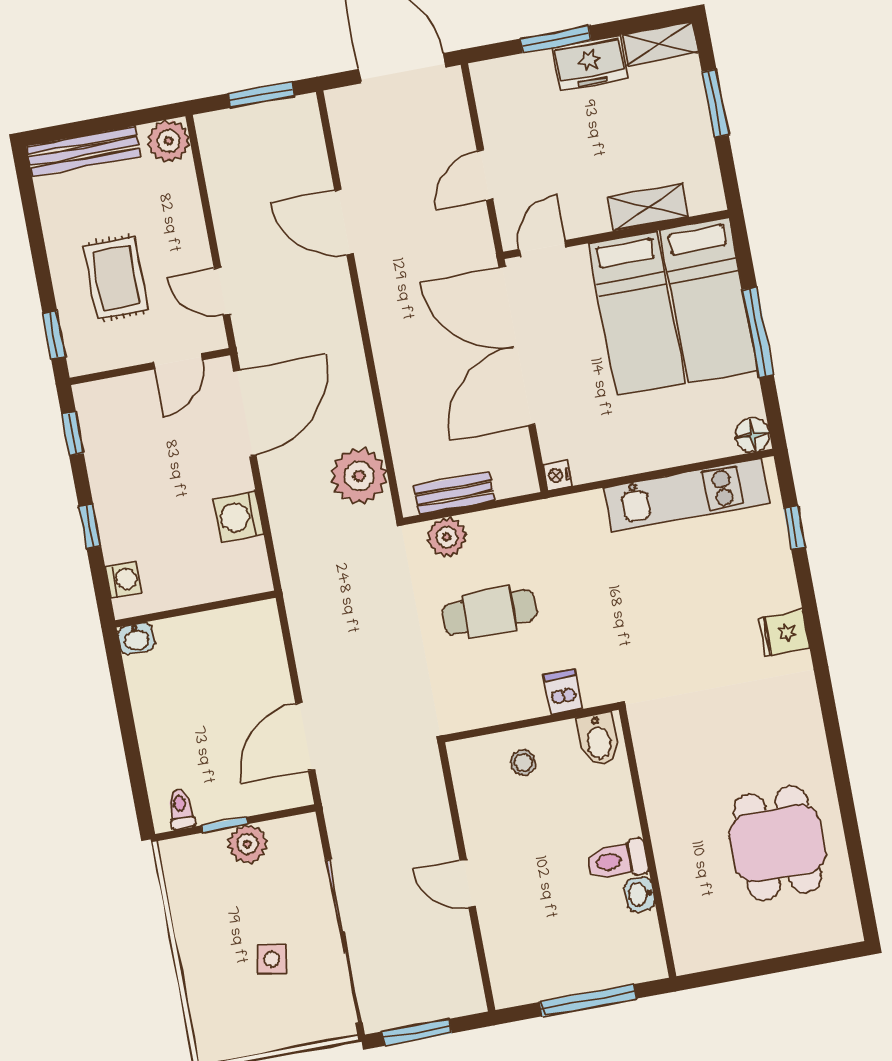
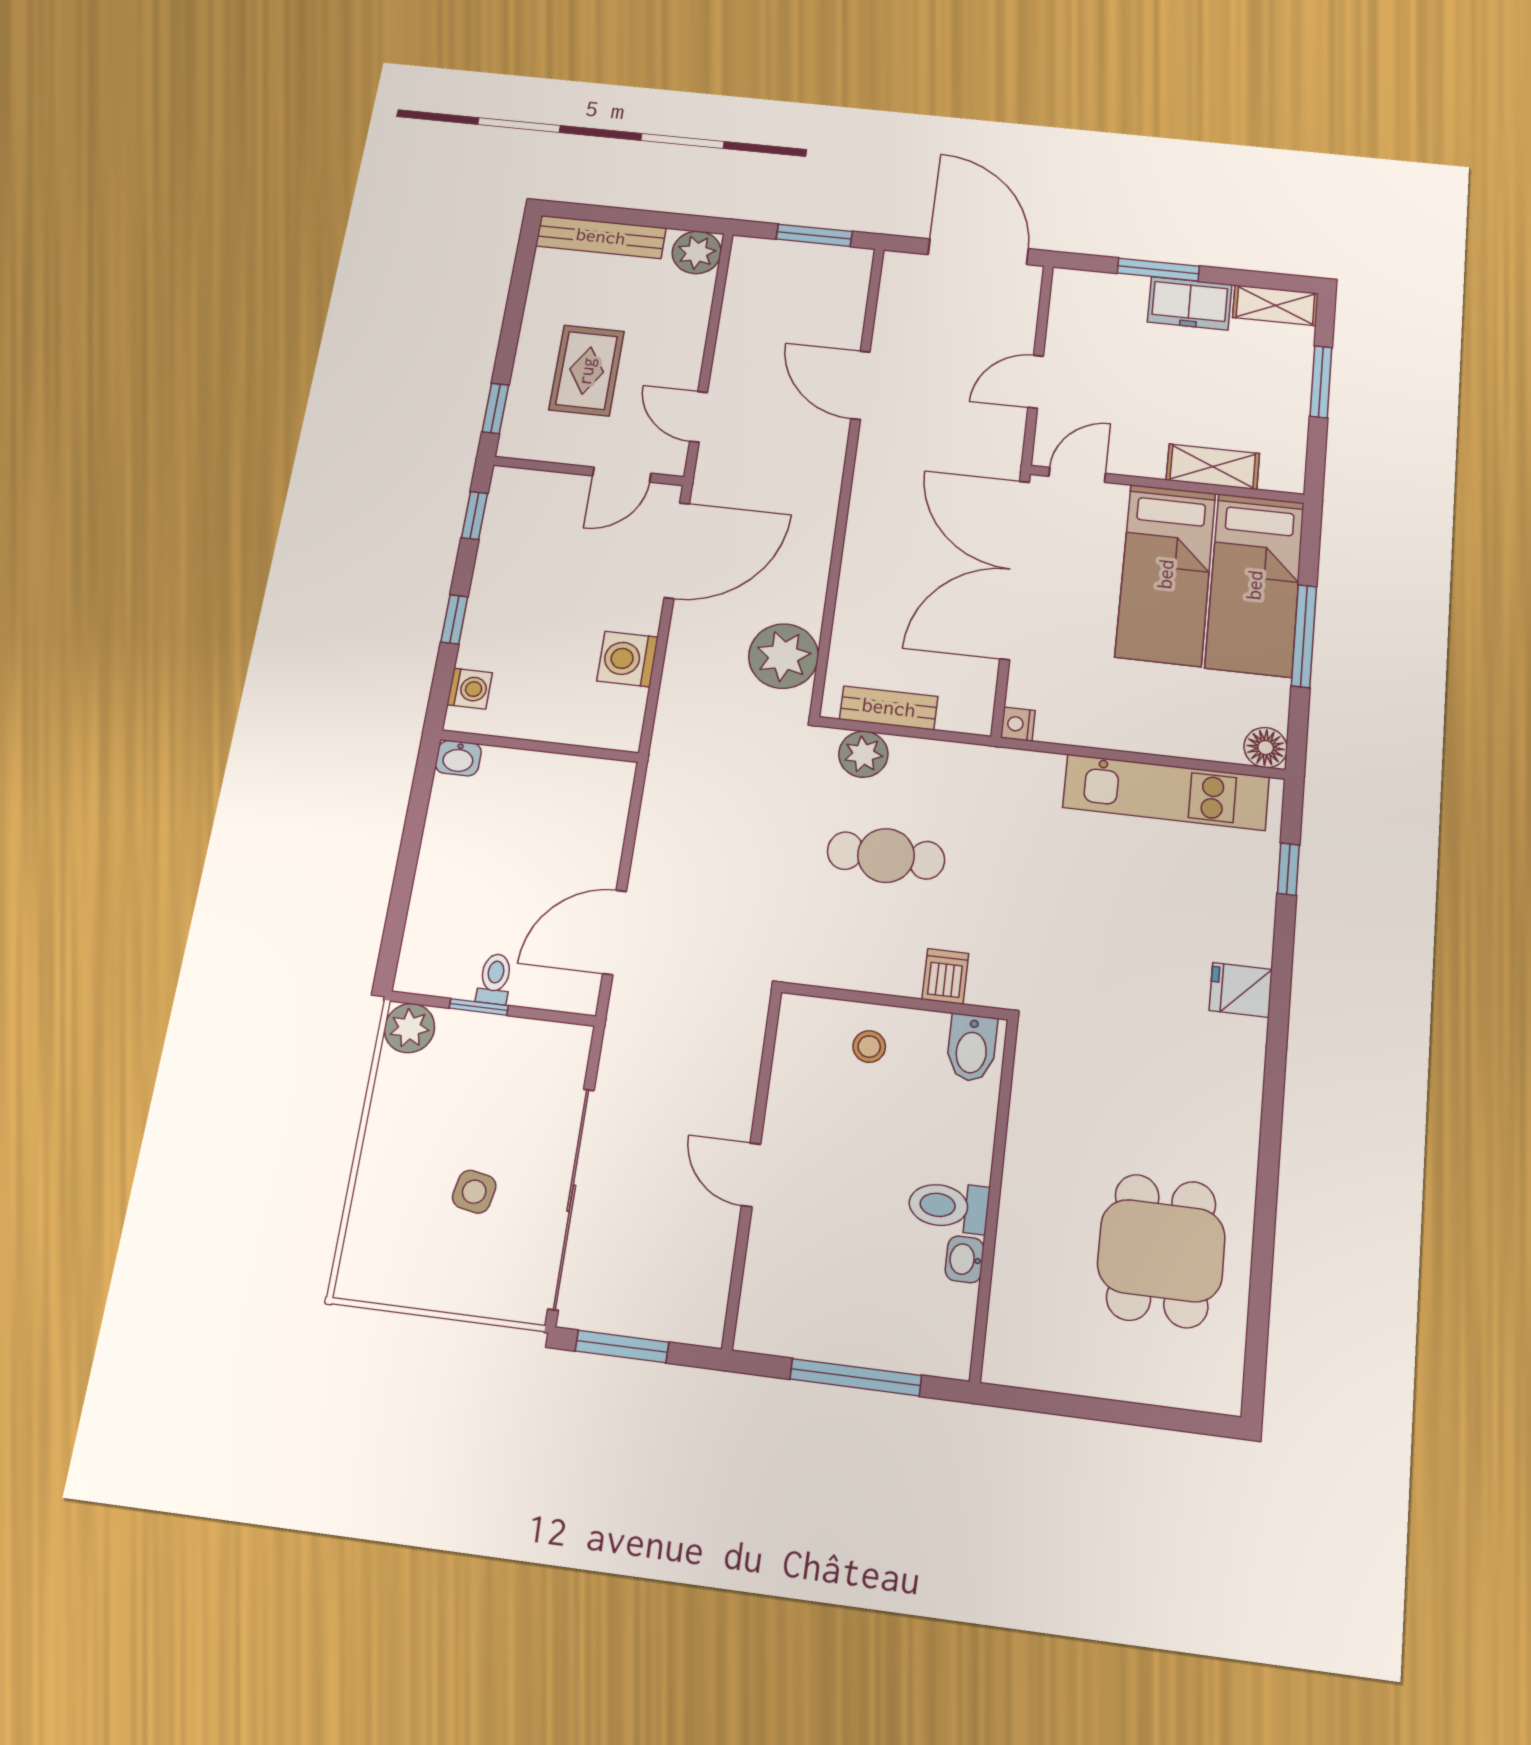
toilet: (181, 809) -> (495, 979), moved
plant: (248, 844) -> (409, 1028), moved

